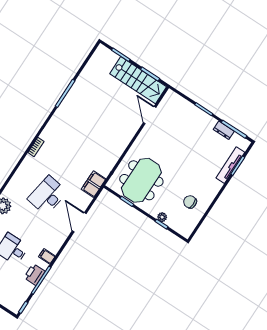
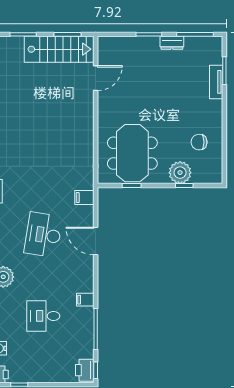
door: (150, 115) -> (96, 78), swing flipped
dresser: (224, 130) -> (172, 43), moved
tv unit: (230, 165) -> (216, 82), width x0.71
filing cabinet: (94, 184) -> (84, 198), width x0.50
plant: (162, 217) -> (180, 173), width x1.87, depth x1.87
printer: (35, 275) -> (85, 370), moved

